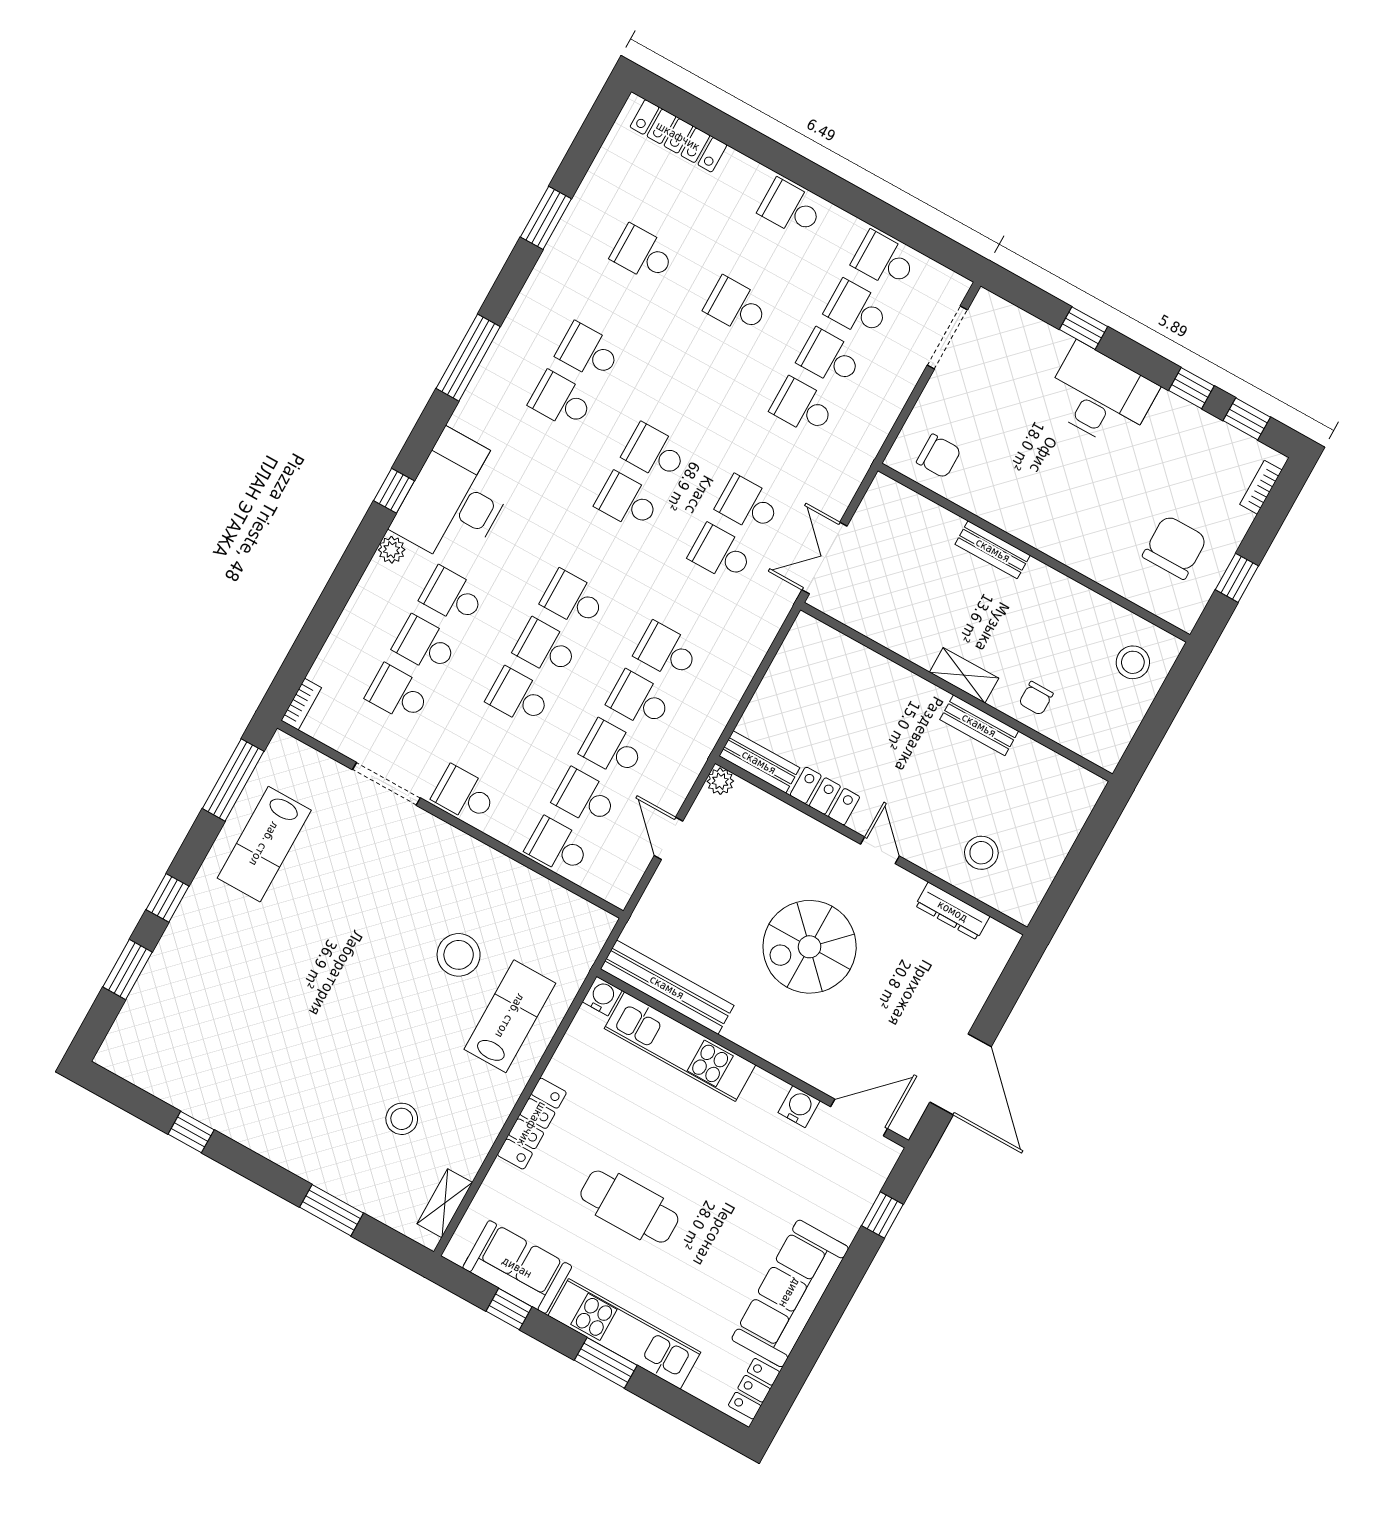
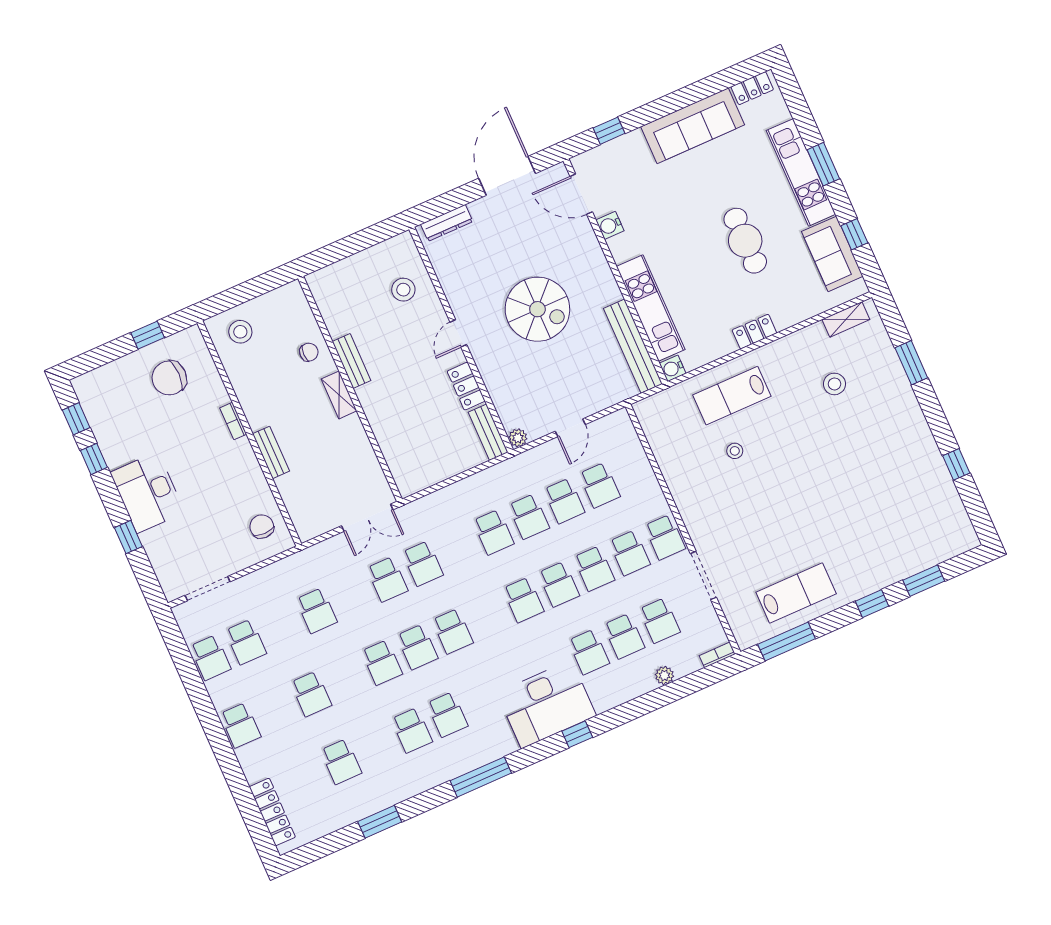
school desk: (830, 358) -> (382, 663), moved
bookcase: (1261, 487) -> (233, 421), moved, turned 90
plant: (392, 550) -> (664, 675), moved
school desk: (558, 846) -> (629, 553), moved
dresser: (953, 911) -> (447, 223), moved, turned 90
stool: (459, 955) -> (735, 451), width x0.53, depth x0.53
locker: (532, 1124) -> (754, 332), width x0.66

